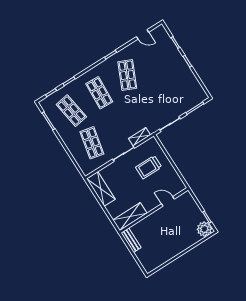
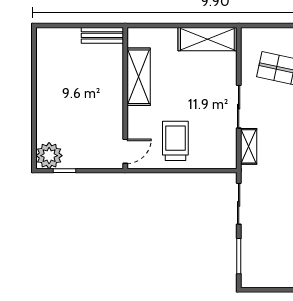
trolley: (149, 167) -> (175, 141), moved
door: (168, 201) -> (125, 151), moved
shelving: (130, 217) -> (139, 77), moved

